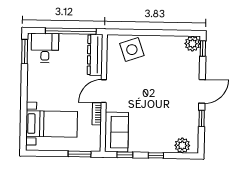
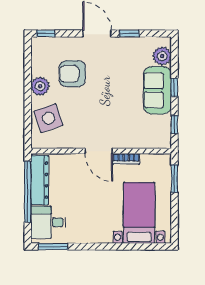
plant: (192, 44) -> (40, 86), moved
dresser: (95, 55) -> (40, 180), moved, turned -90
armchair: (169, 70) -> (72, 74), added
sofa: (117, 132) -> (157, 90), moved, turned -90

